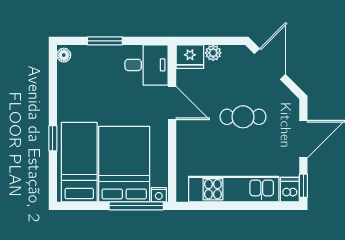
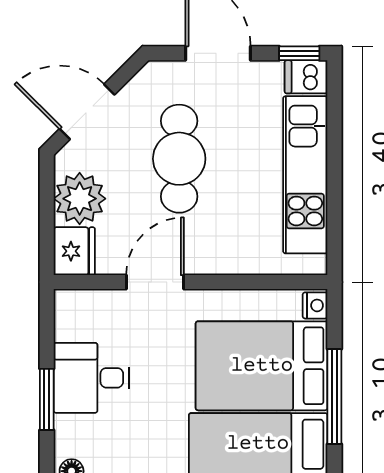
plant: (213, 53) -> (80, 199), width x1.88, depth x1.88
desk: (147, 65) -> (91, 378), moved, turned -90
cafe table: (243, 117) -> (179, 159), width x1.37, depth x1.35
window: (136, 206) -> (334, 397), moved

